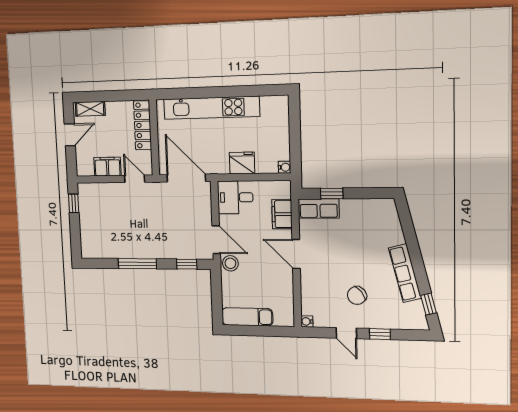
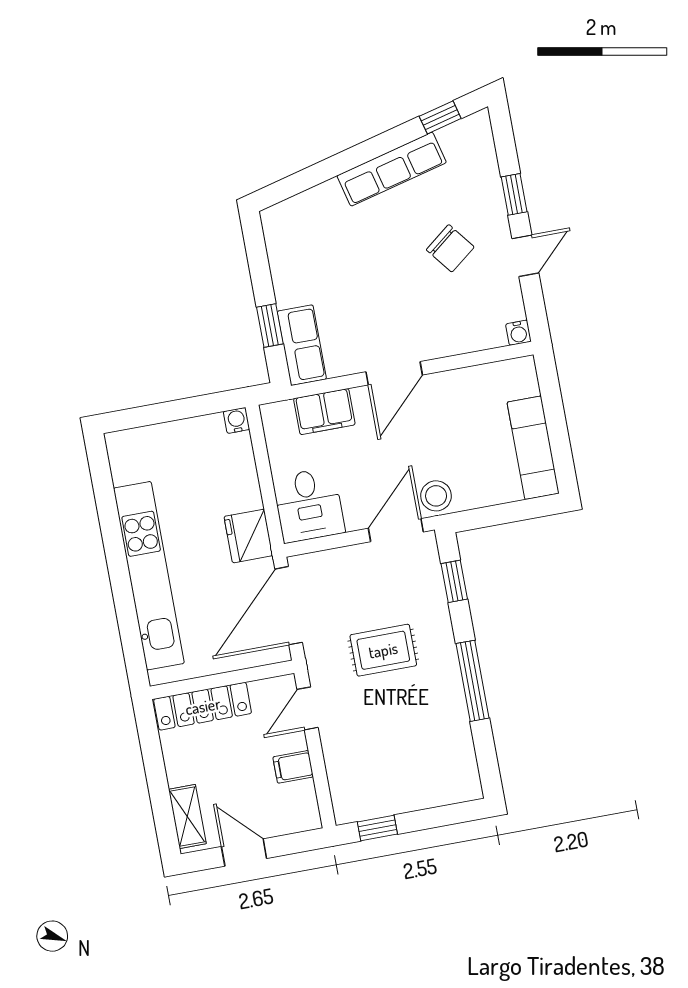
fridge: (242, 163) -> (248, 536), moved
filing cabinet: (107, 167) -> (293, 767), width x0.50
rug: (158, 222) -> (383, 650), added

